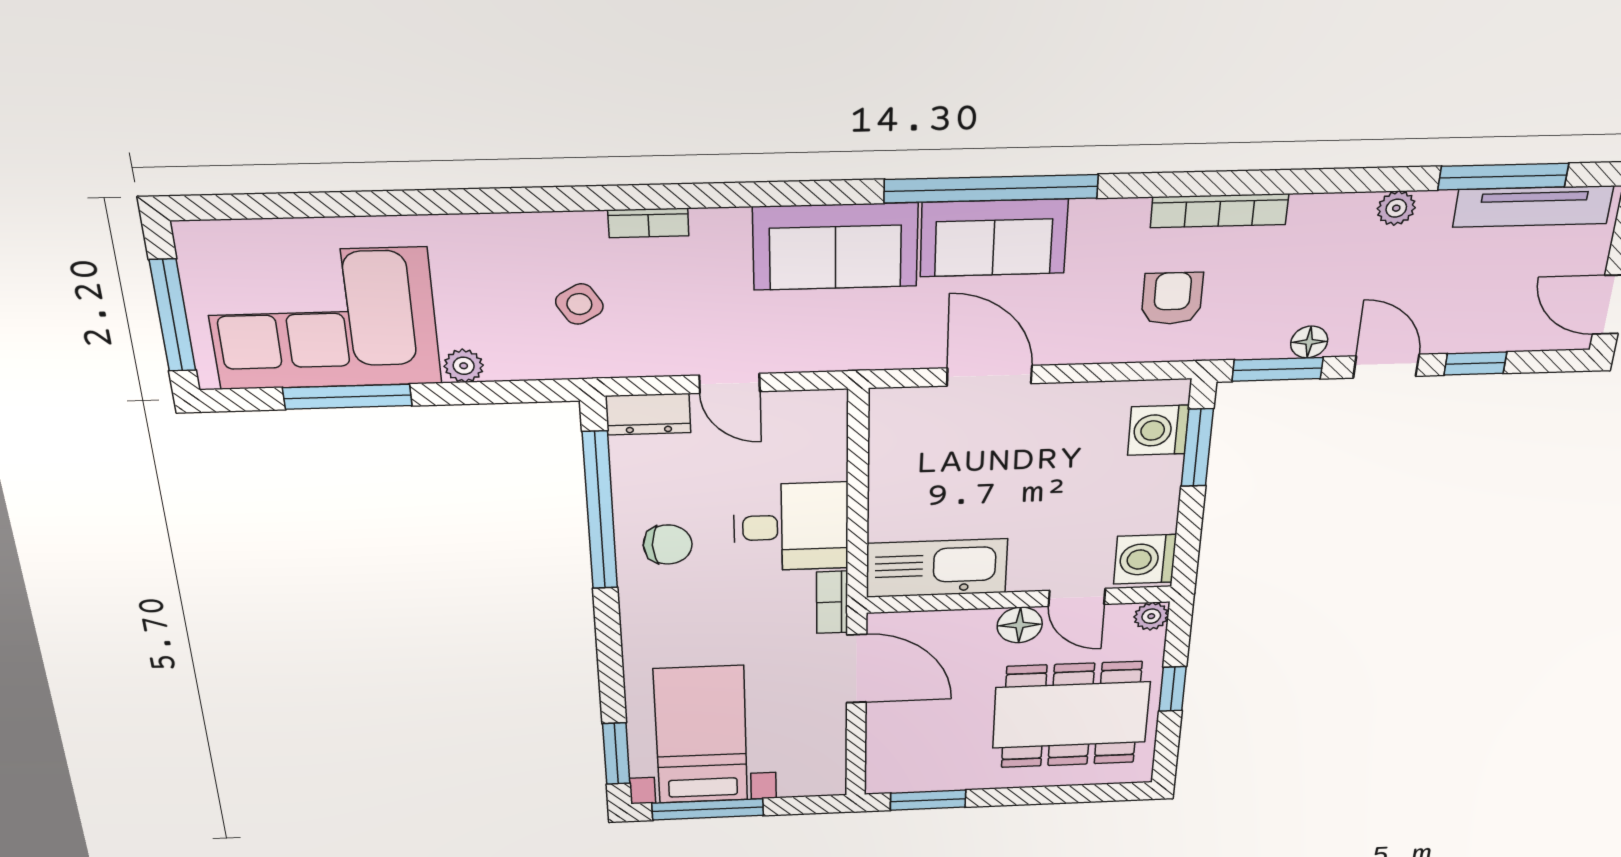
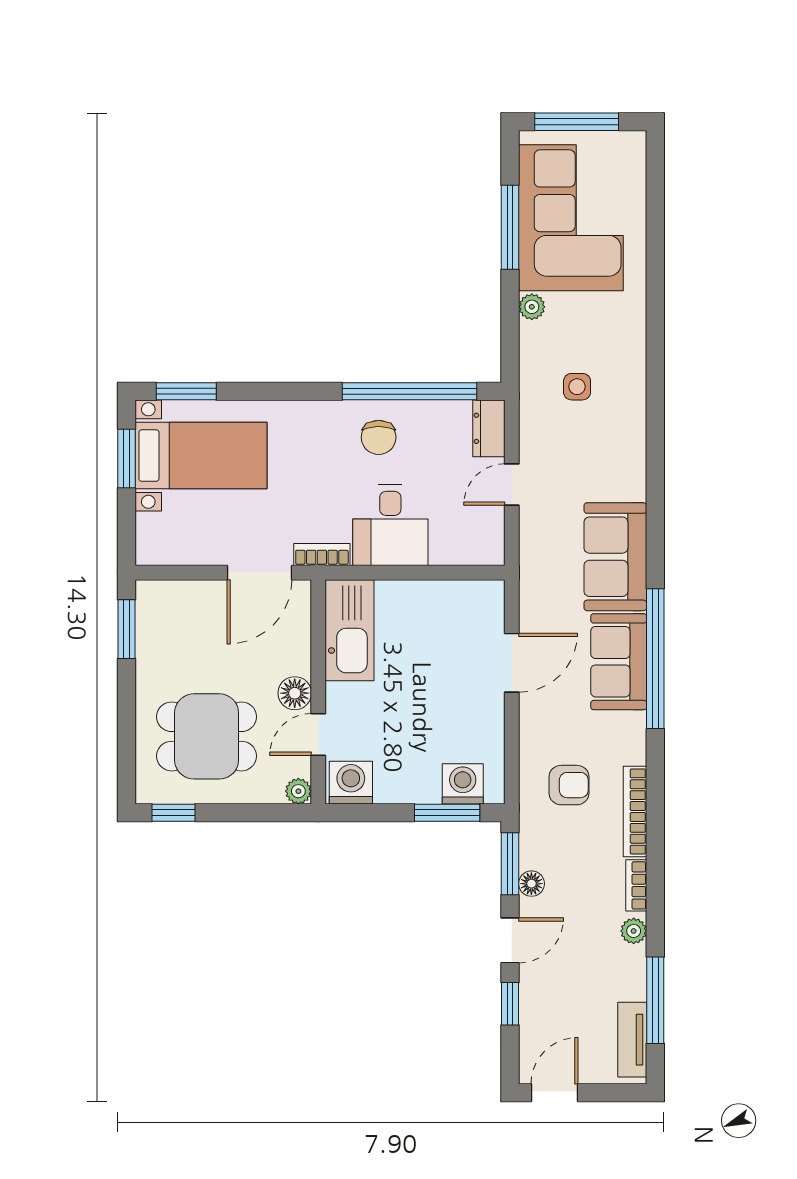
tv unit: (1533, 207) -> (632, 1040), width x0.71
bookcase: (648, 223) -> (636, 885), moved
side table: (579, 304) -> (577, 387), turned 31
window: (1173, 689) -> (173, 813), moved
dining table: (1071, 715) -> (207, 736), width x0.73
window: (708, 809) -> (126, 458), width x0.69

